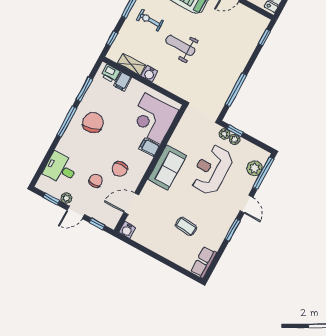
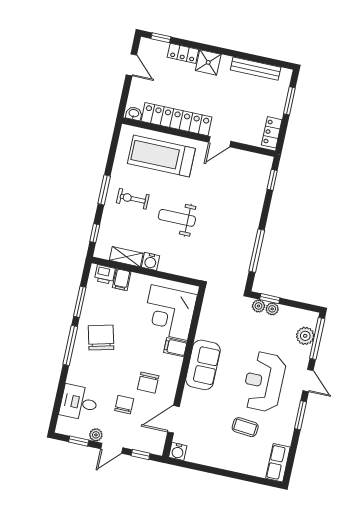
reception desk: (212, 170) -> (264, 382), moved

